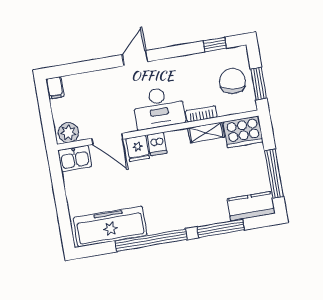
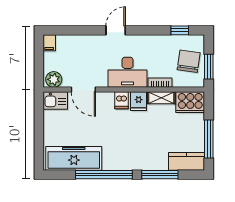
fridge: (138, 148) -> (139, 101), moved

